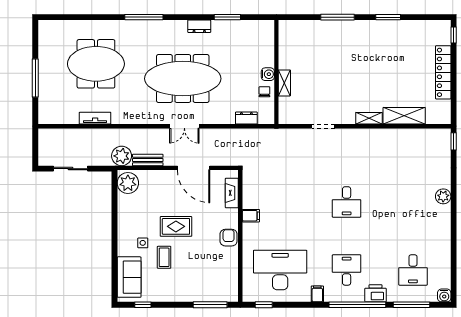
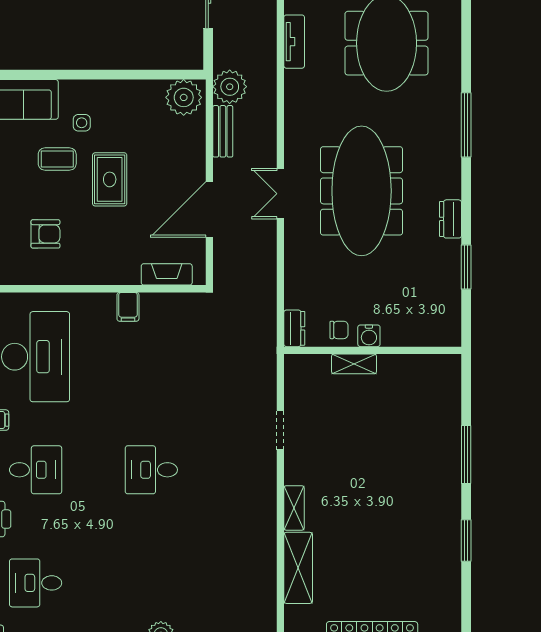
dresser: (246, 118) -> (294, 328), moved
armchair: (229, 238) -> (45, 234), moved

